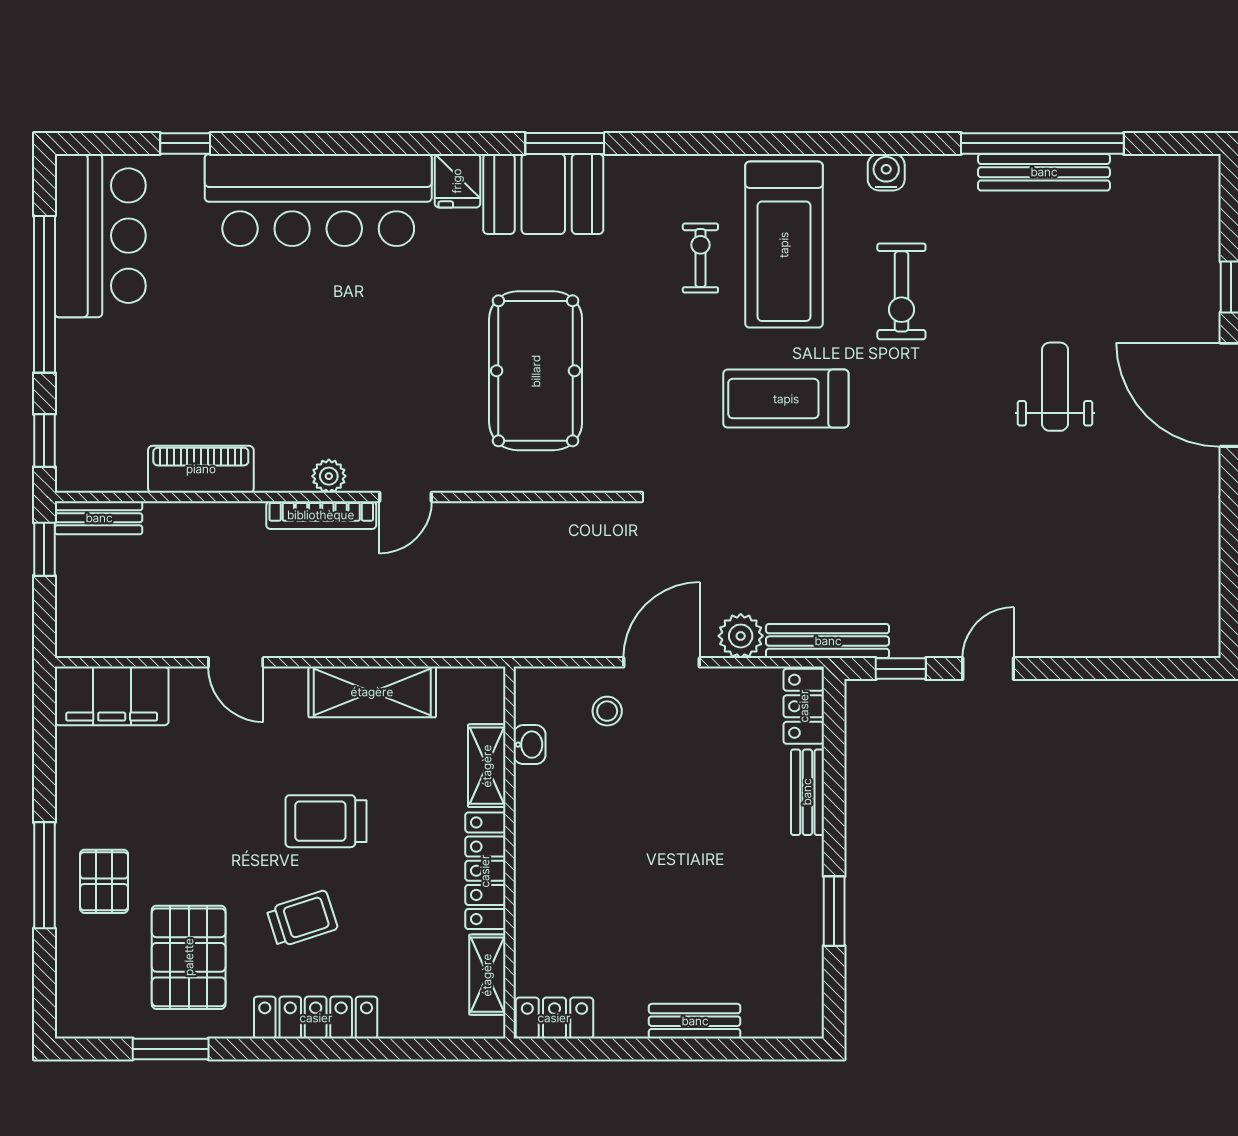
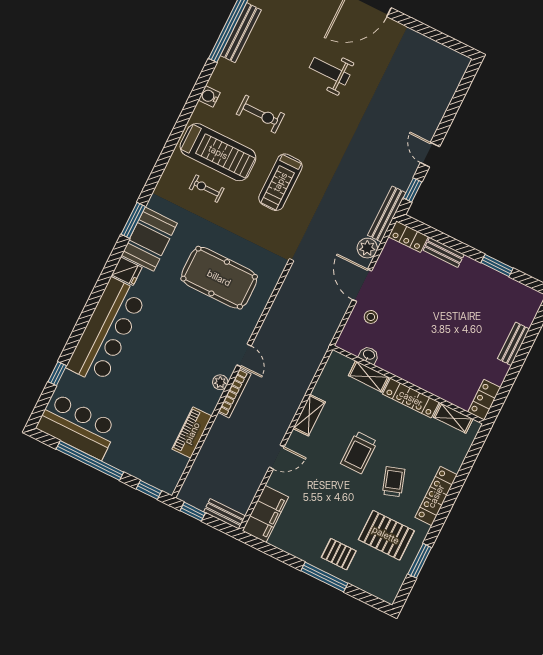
bench: (99, 518) -> (225, 514), moved, turned 90
shelving: (372, 692) -> (309, 415), width x0.67, depth x0.75

